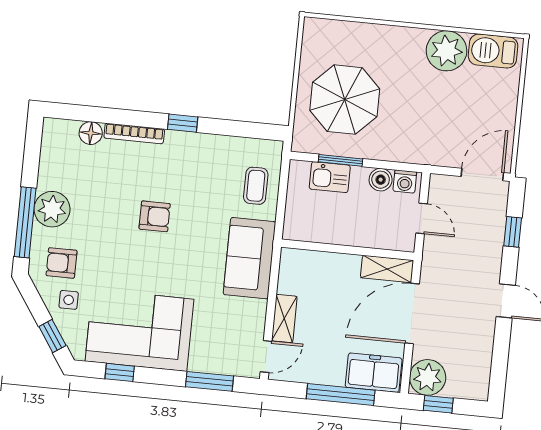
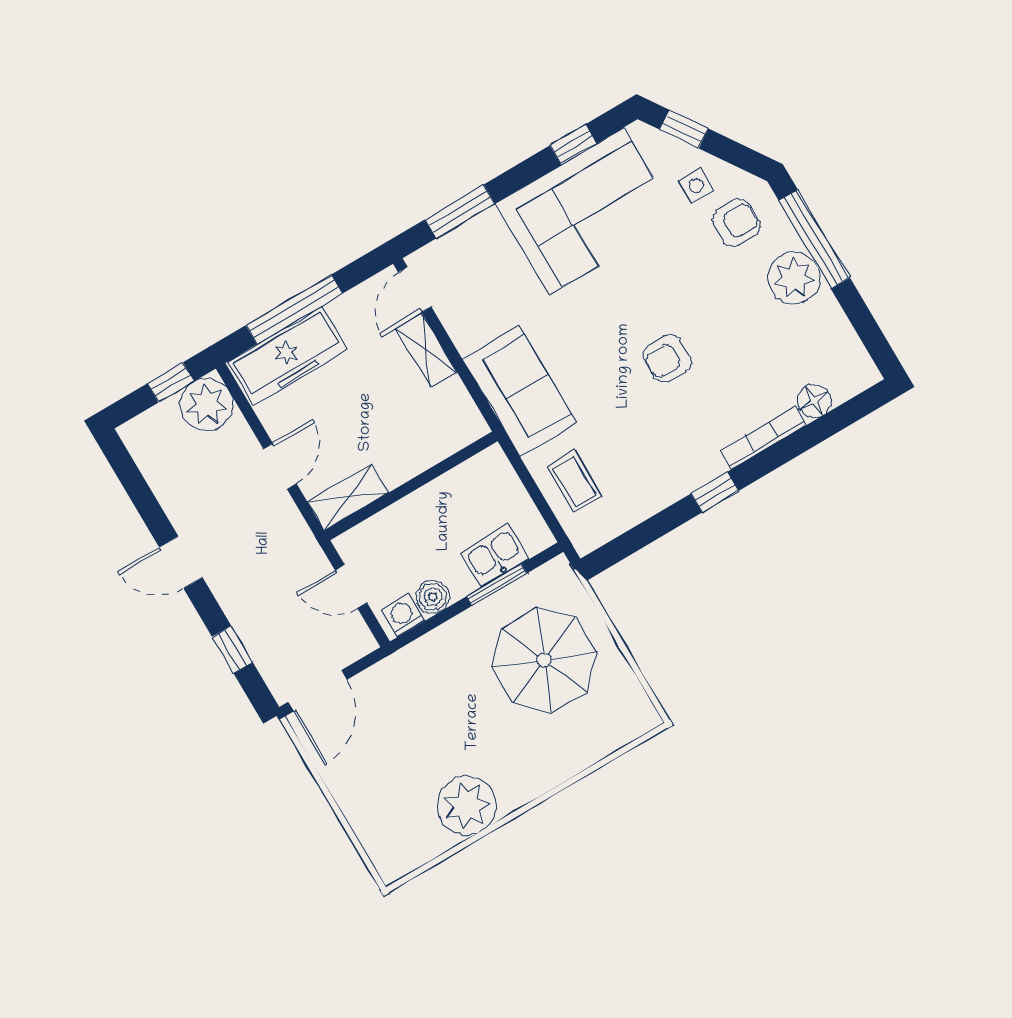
barbecue: (493, 51) -> (412, 845), removed
door: (412, 314) -> (280, 466), width x0.53
freezer: (374, 373) -> (288, 356), width x1.40

